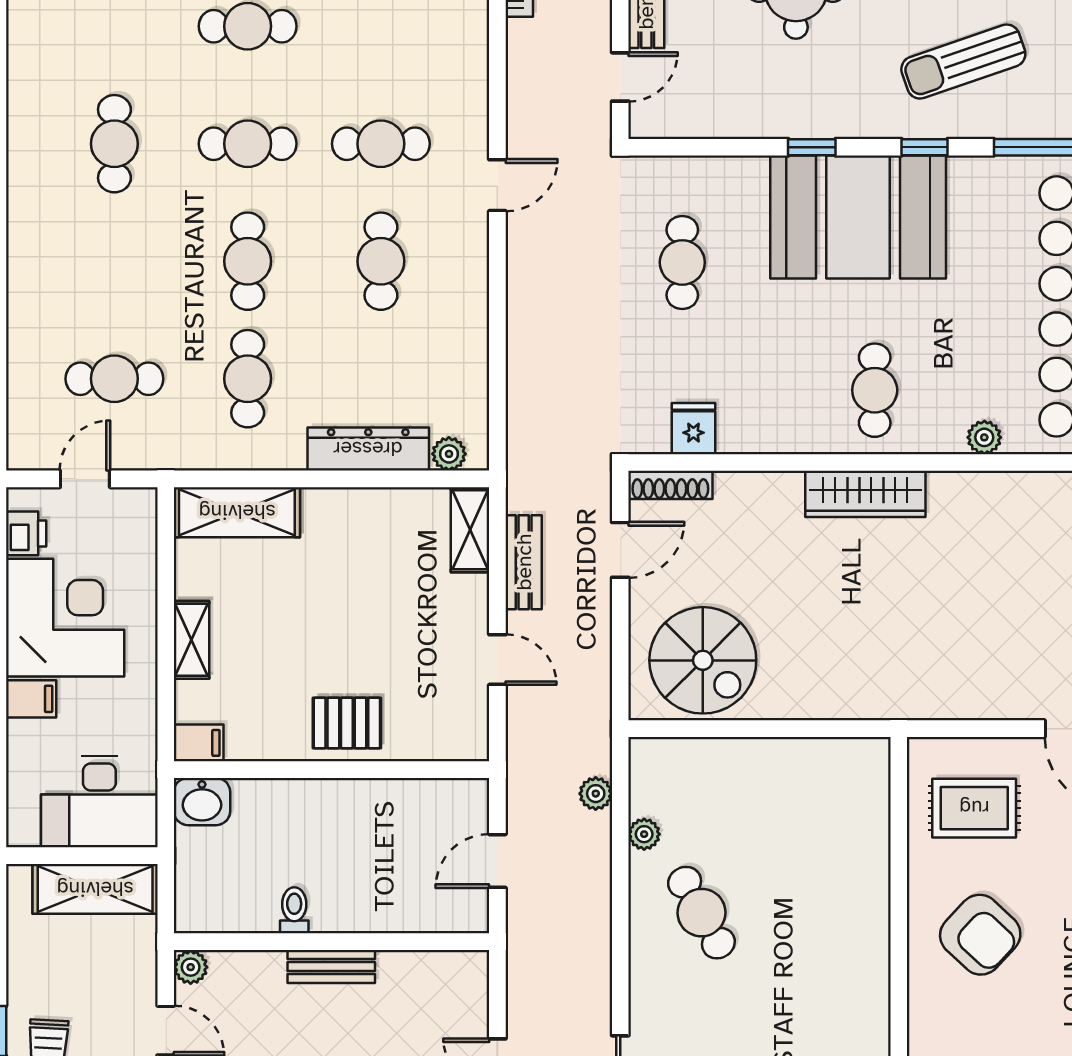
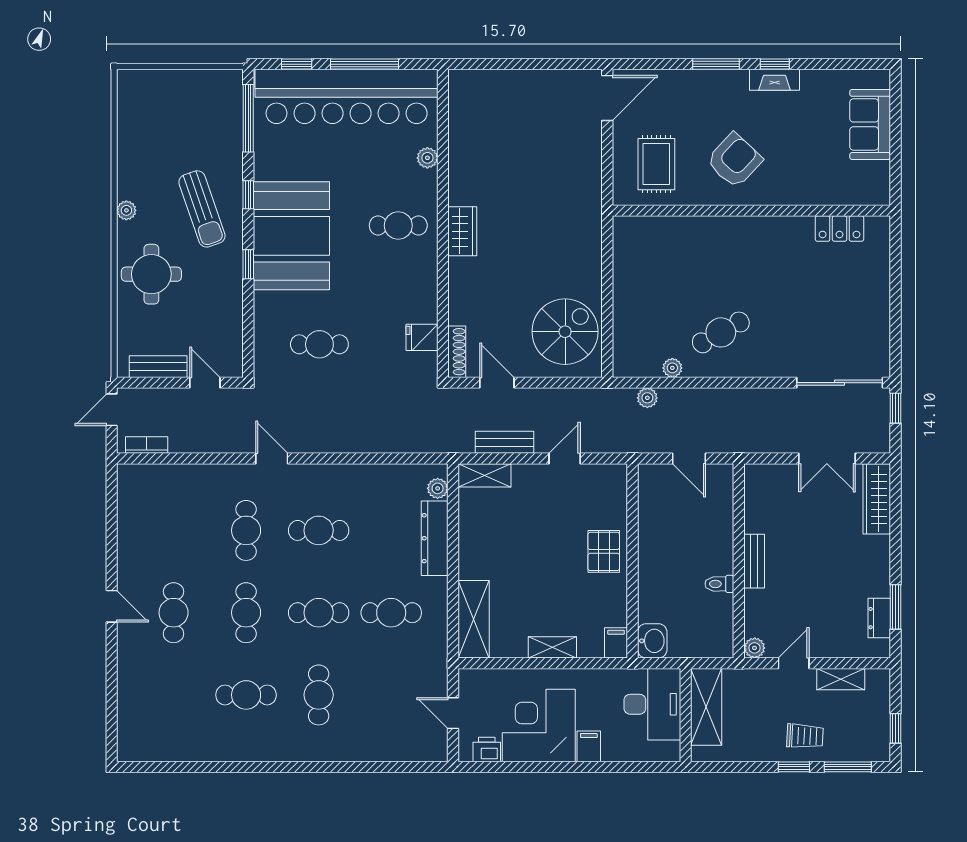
sun lounger: (963, 62) -> (202, 209), moved
cafe table: (114, 379) -> (319, 695), moved
wardrobe: (865, 494) -> (462, 231), width x0.67

